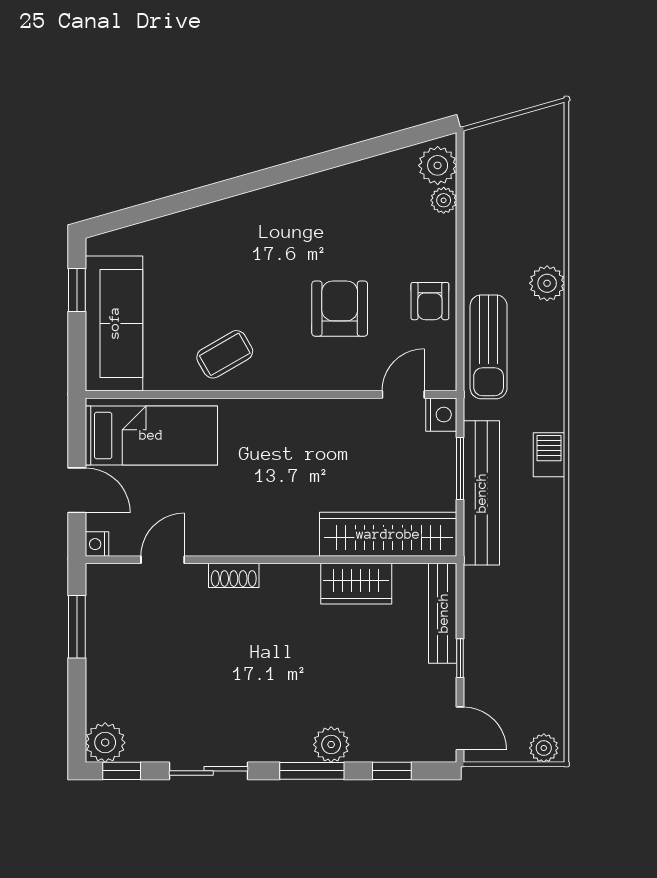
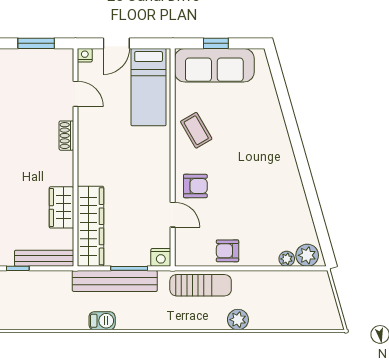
window: (77, 290) -> (216, 43), moved
armchair: (340, 309) -> (195, 186), moved, width x0.72, depth x0.72
sun lounger: (489, 347) -> (201, 285), turned 180
door: (403, 394) -> (173, 215), moved
barbecue: (549, 455) -> (102, 321), moved

